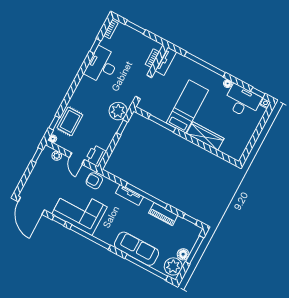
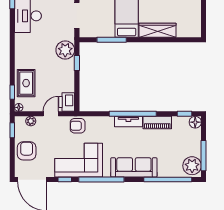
door: (77, 159) -> (51, 114), swing flipped
armchair: (40, 179) -> (27, 151), added
tv unit: (129, 195) -> (128, 121), moved
sofa: (137, 249) -> (134, 167), moved
window: (195, 250) -> (204, 156), moved
floor lamp: (183, 254) -> (195, 122), moved

